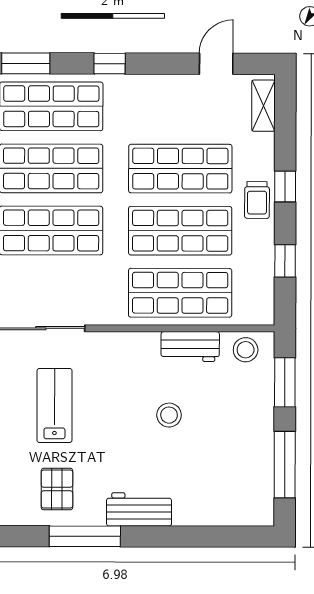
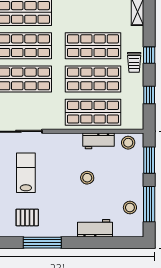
stool: (249, 471) -> (130, 208), added
pallet: (57, 489) -> (27, 217), turned 90
workbench: (139, 509) -> (95, 228), moved

